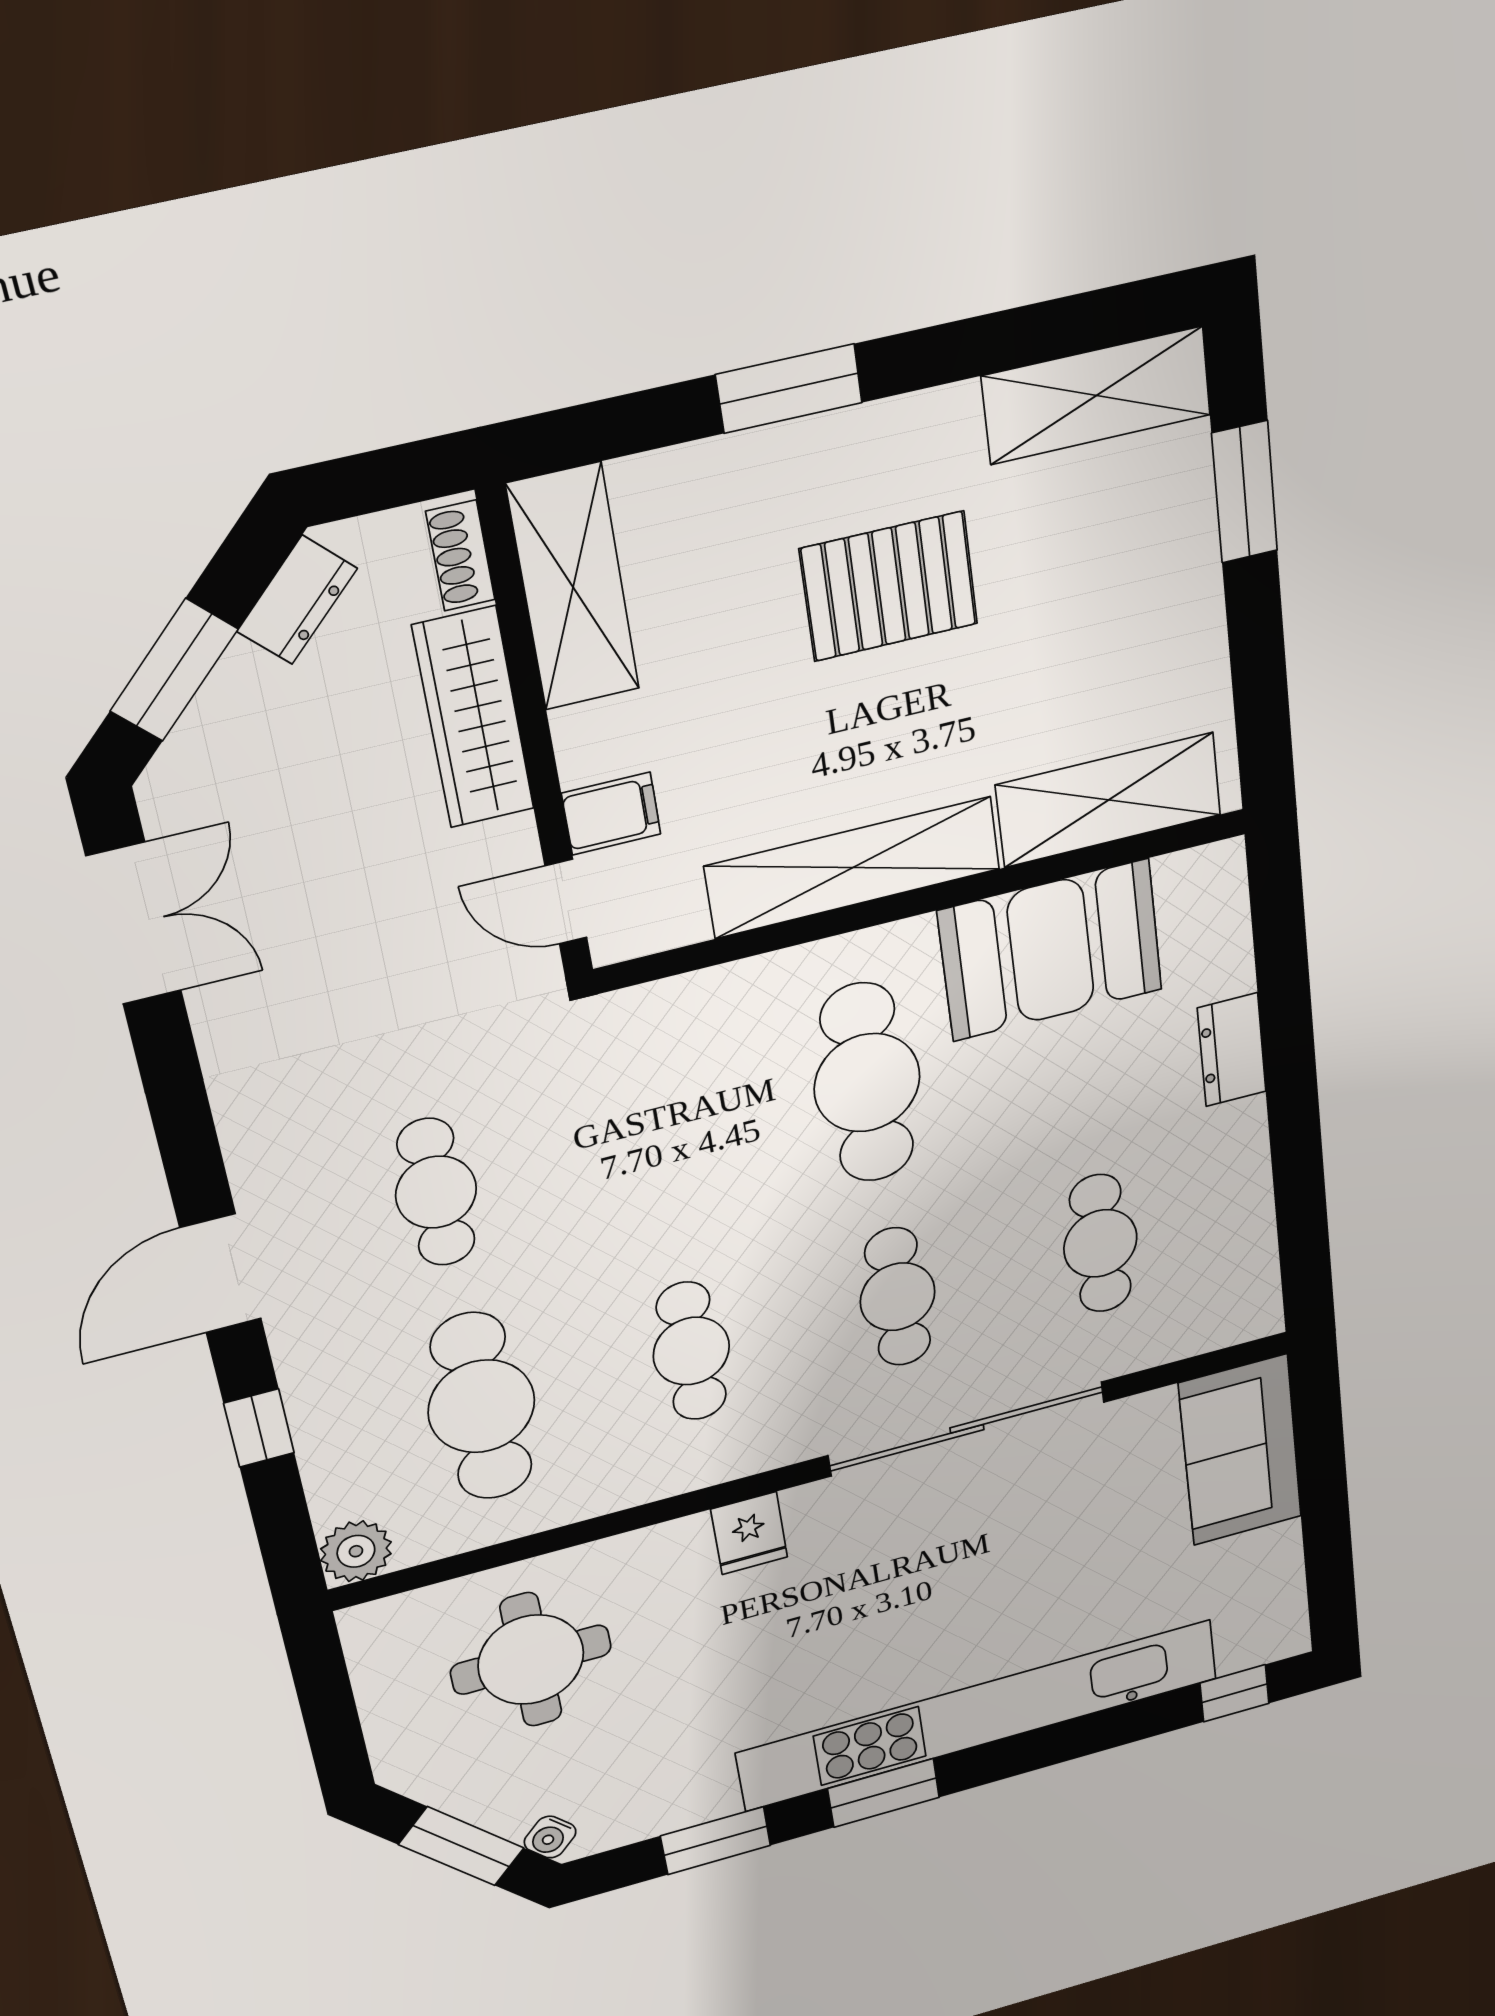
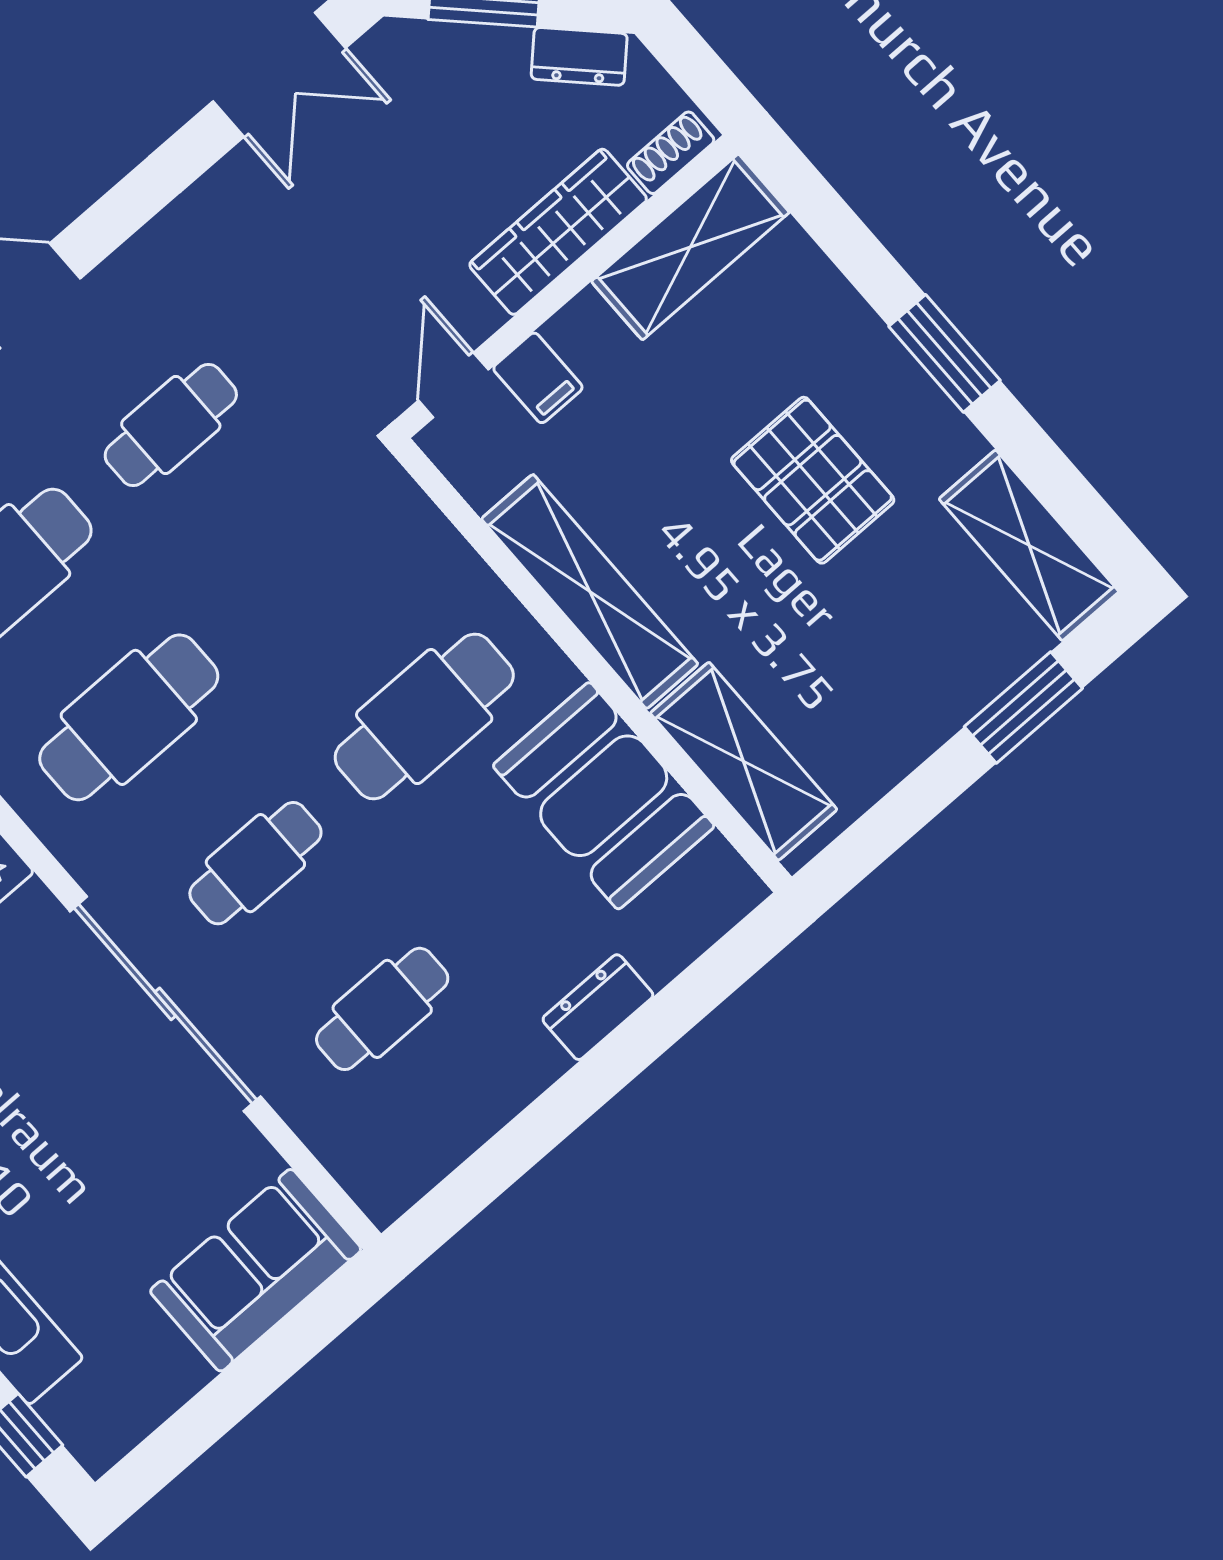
window: (789, 389) -> (945, 353), moved
cafe table: (691, 1351) -> (129, 717), width x1.37, depth x1.35

